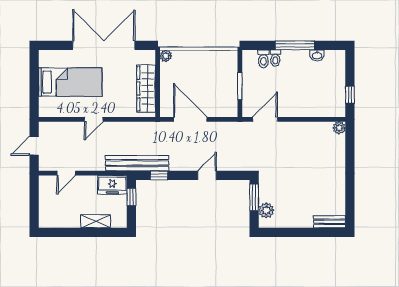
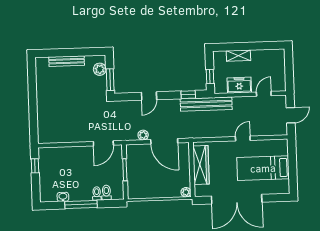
plant: (339, 128) -> (143, 135), moved
freezer: (112, 185) -> (239, 85), moved
bench: (329, 222) -> (67, 61), moved, width x1.36

